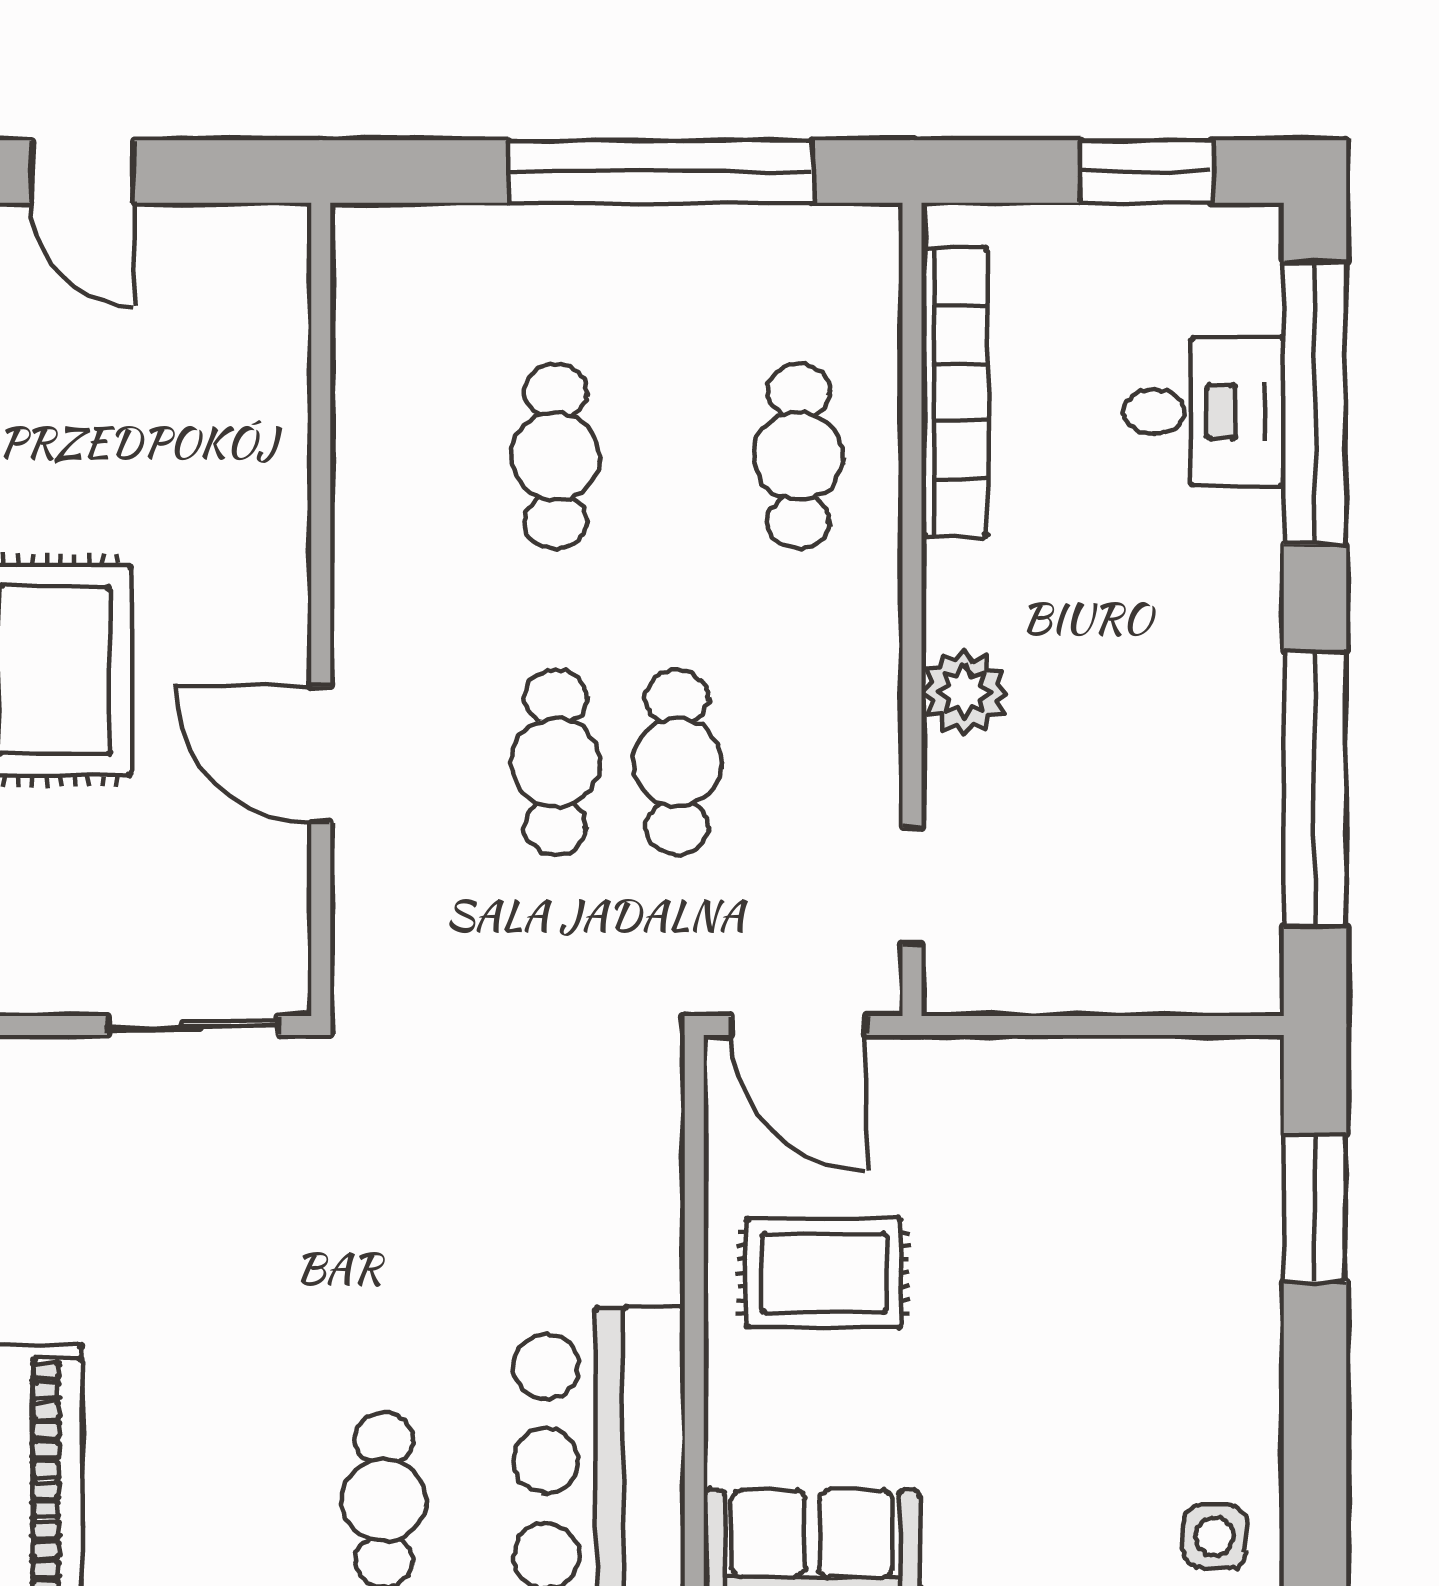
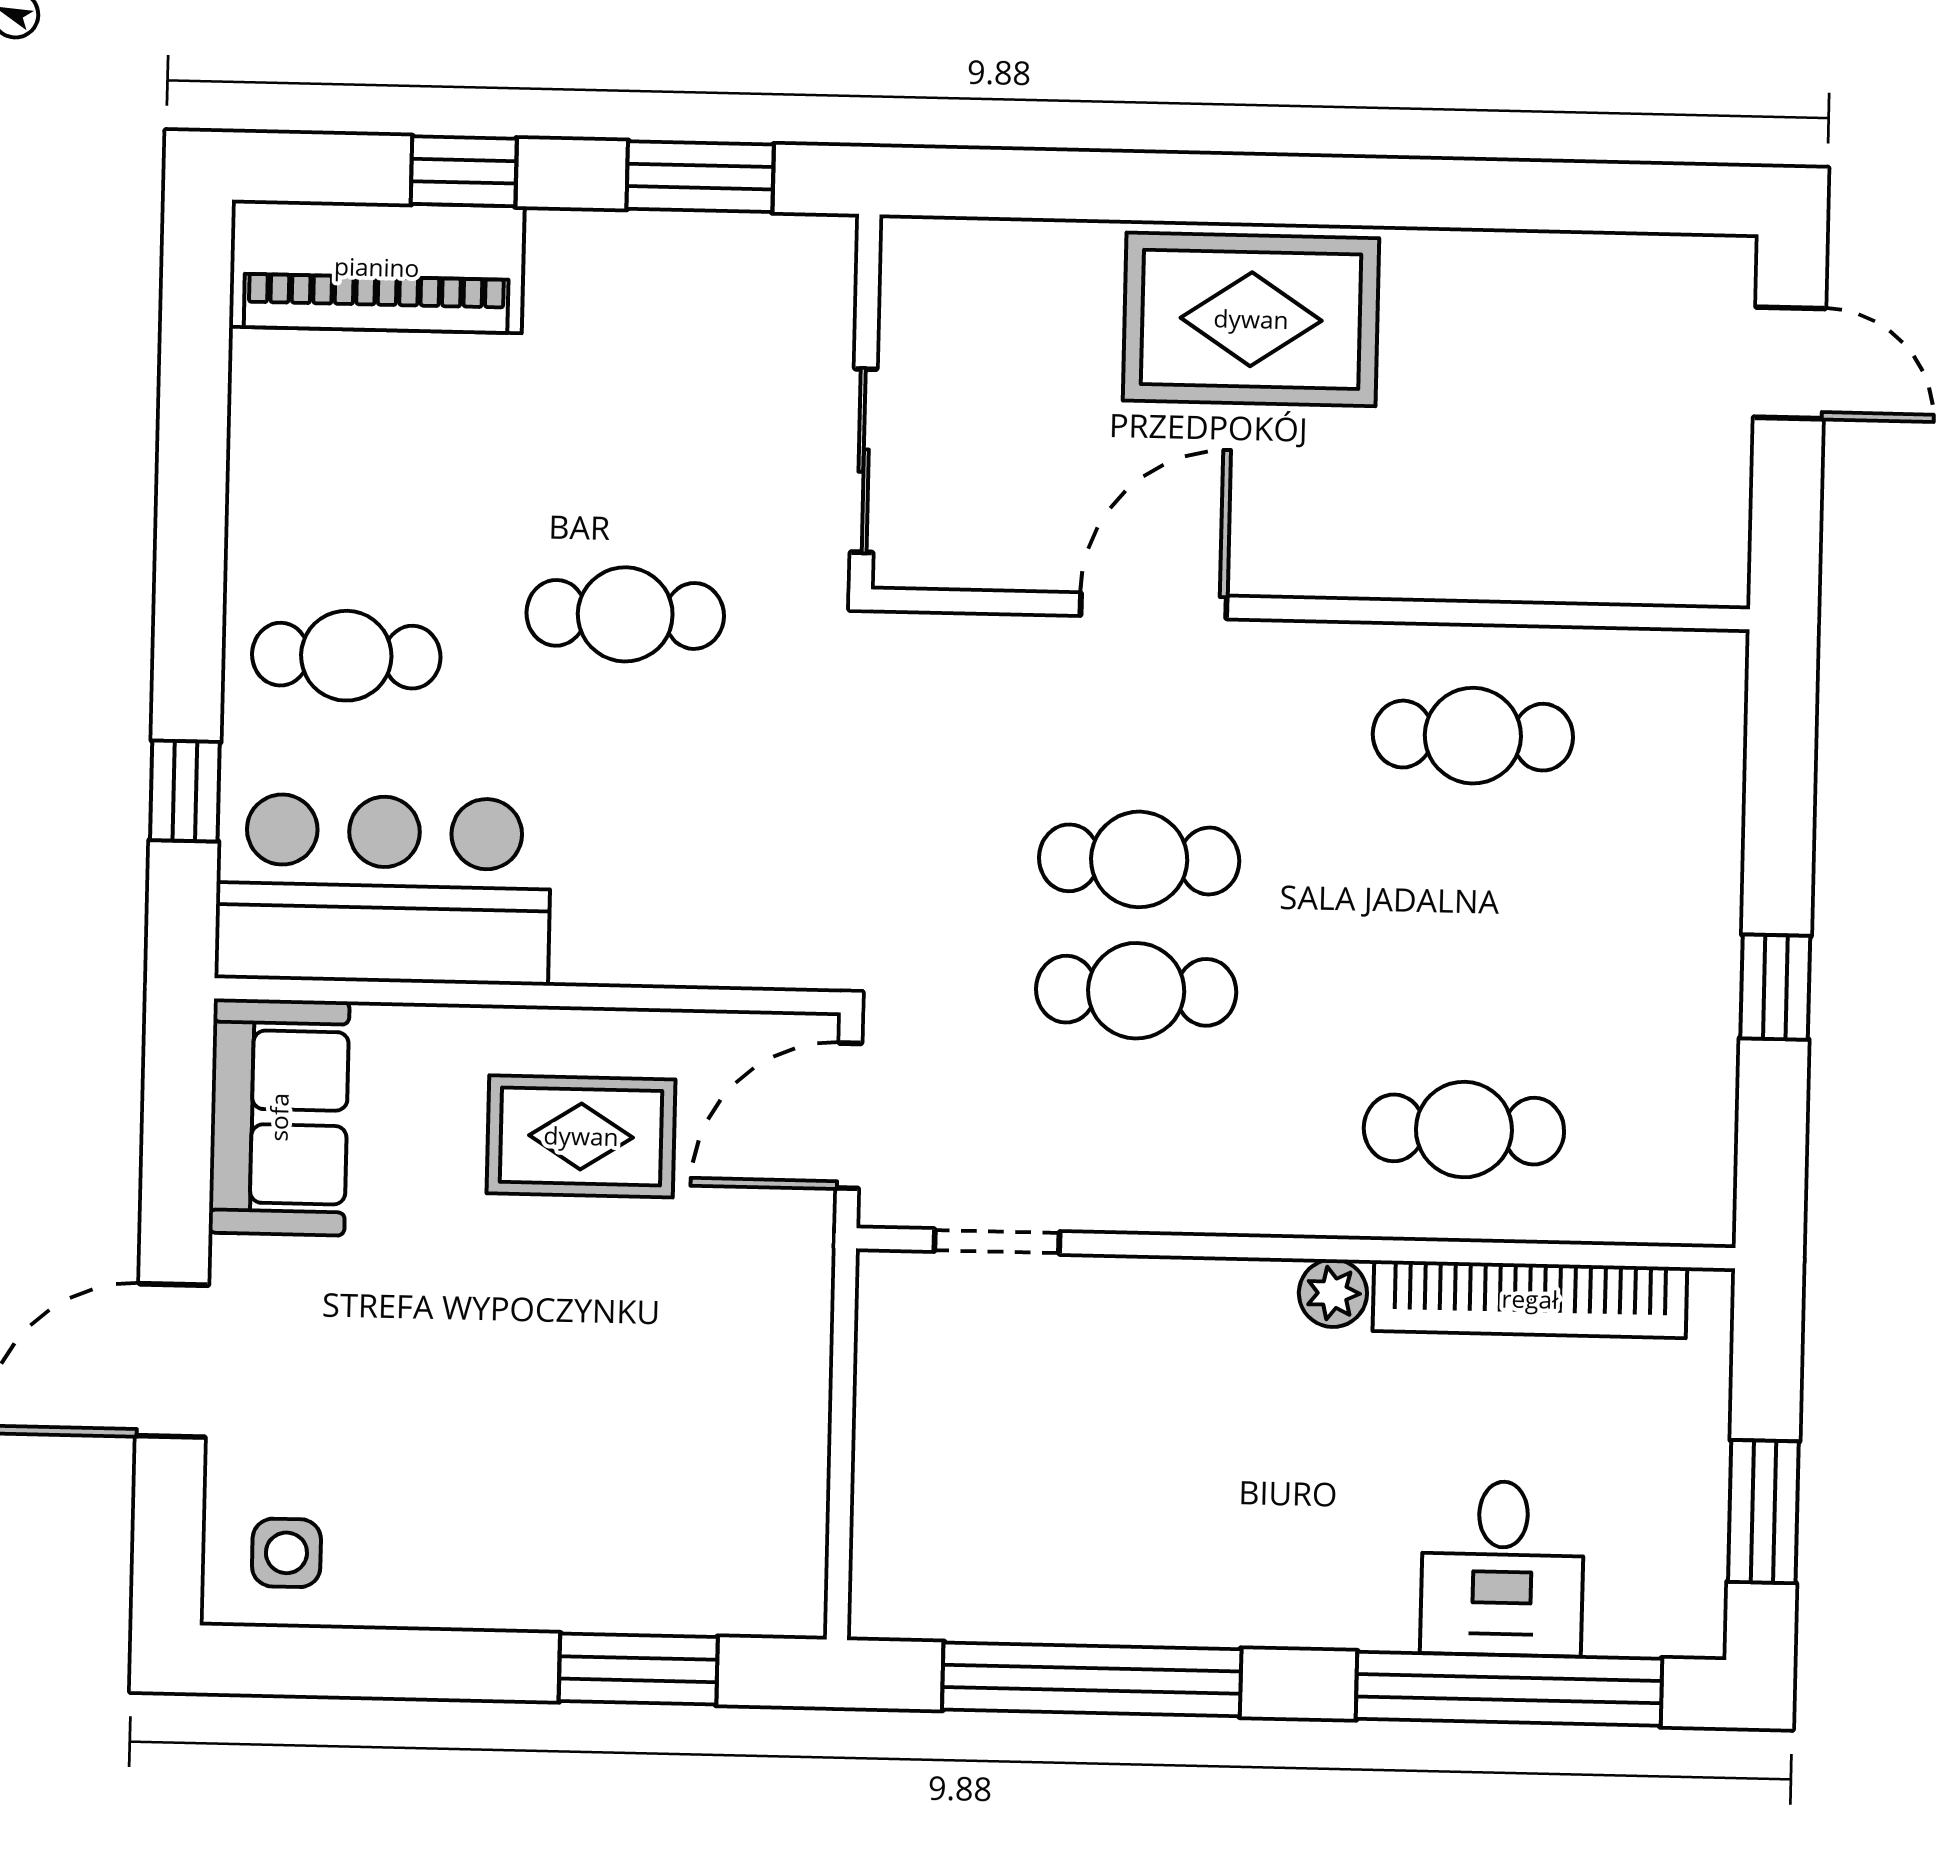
door: (83, 171) -> (1789, 363), swing flipped
window: (660, 171) -> (1775, 987), width x0.32
cafe table: (556, 456) -> (1473, 736), moved
plant: (965, 692) -> (1333, 1293), moved, width x0.73, depth x0.73
cafe table: (340, 1243) -> (625, 614), added
rug: (824, 1273) -> (581, 1136), turned 90

